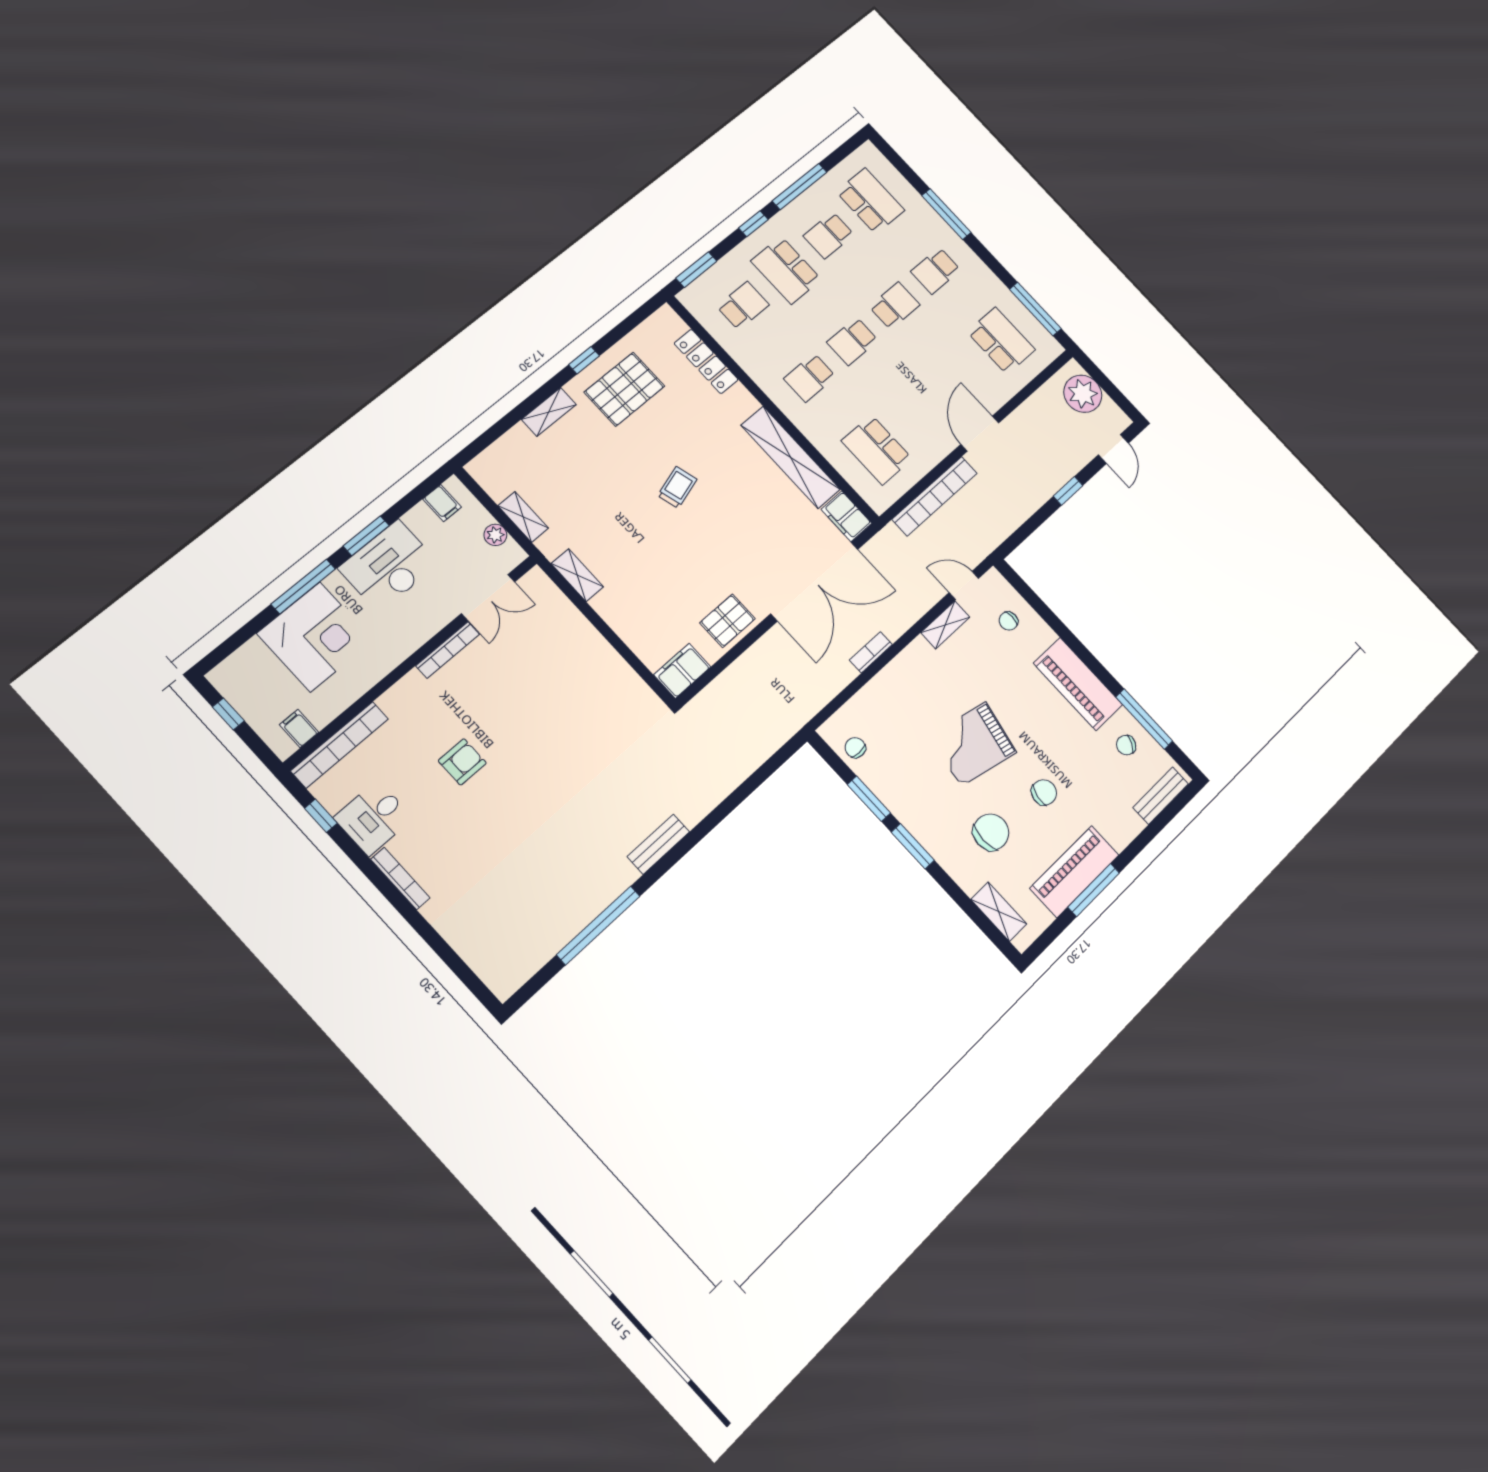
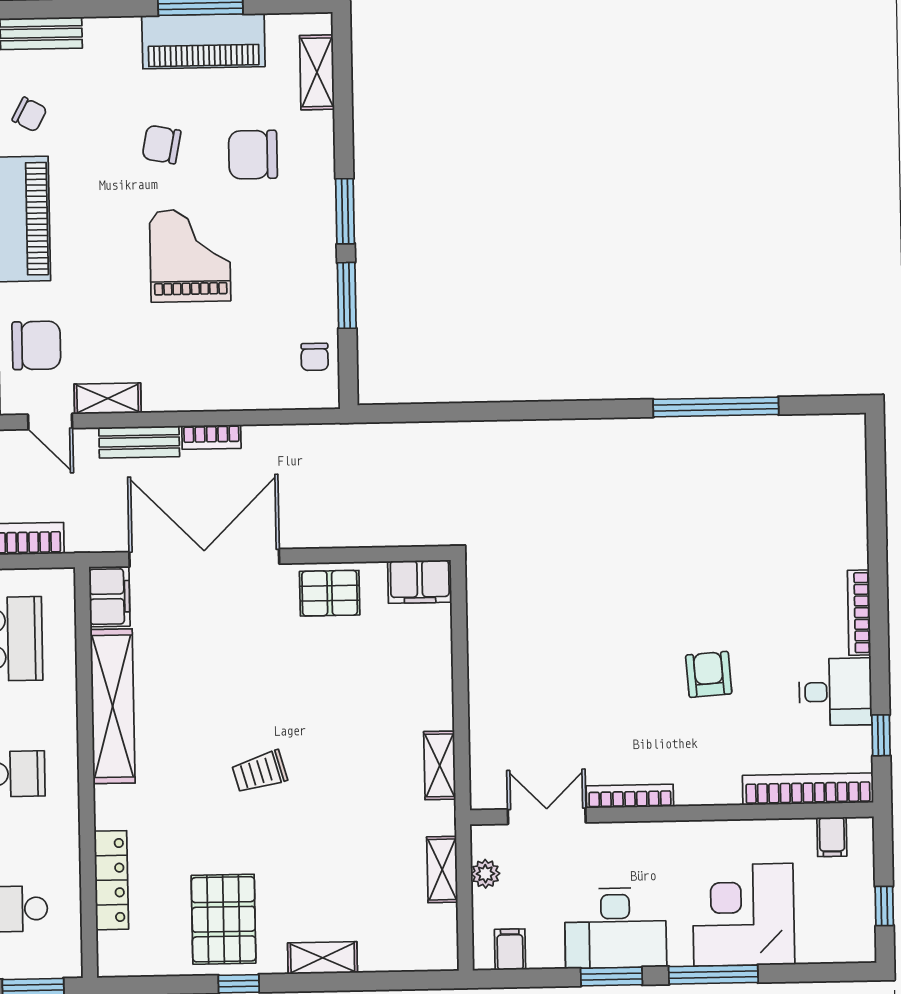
pallet: (624, 389) -> (224, 919), turned 90
chair: (1008, 621) -> (36, 345), width x1.87, depth x1.87
grand piano: (973, 744) -> (190, 256), turned -102
armchair: (462, 762) -> (709, 674), turned 86
bench: (658, 844) -> (139, 442), moved

